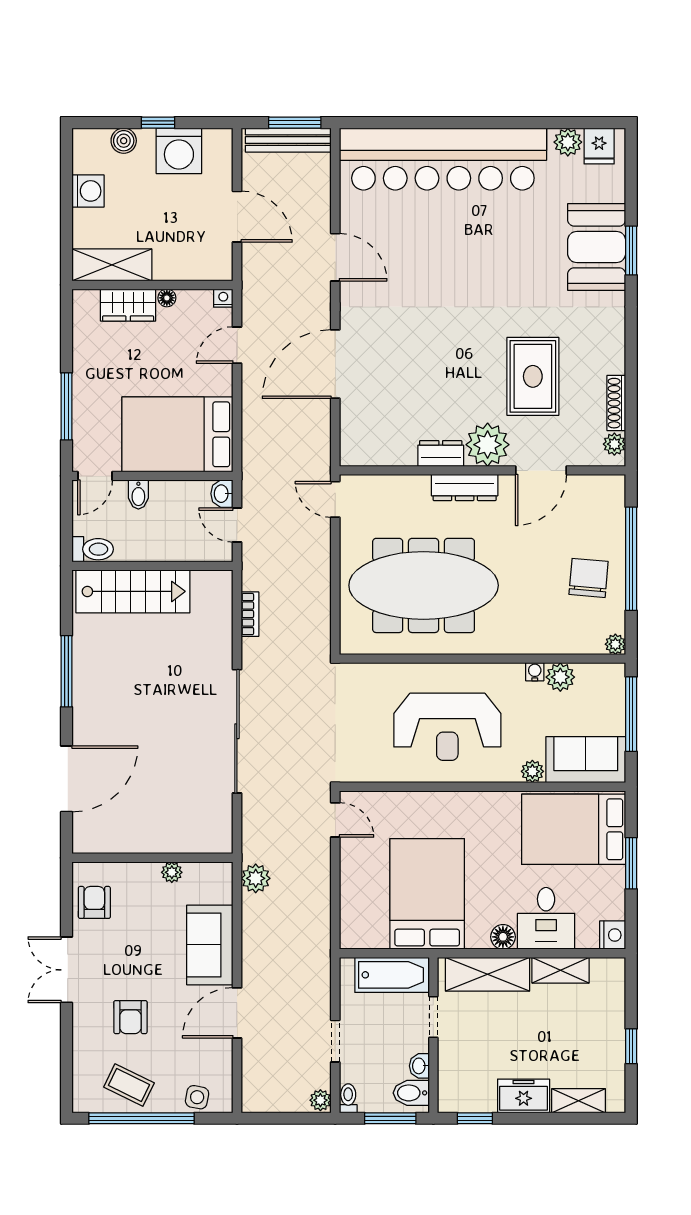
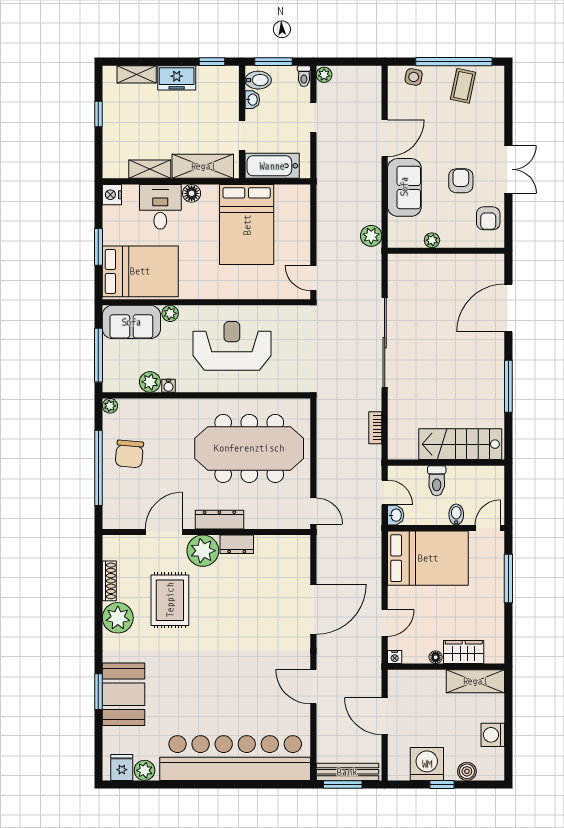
plant: (614, 444) -> (118, 618), moved, width x1.87, depth x1.87
toilet: (93, 549) -> (437, 481), moved, turned -90
armchair: (130, 1017) -> (461, 181), moved
coffee table: (129, 1085) -> (463, 86), turned 76

